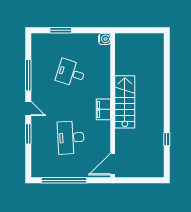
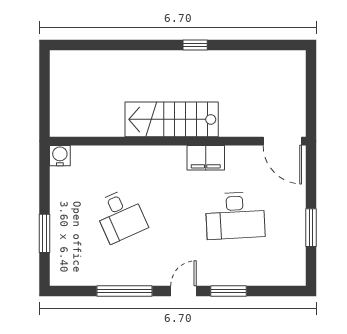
desk: (71, 73) -> (120, 216), turned -42
filing cabinet: (103, 109) -> (206, 158), moved
window: (167, 139) -> (195, 45), moved
window: (64, 180) -> (311, 228), width x0.47

